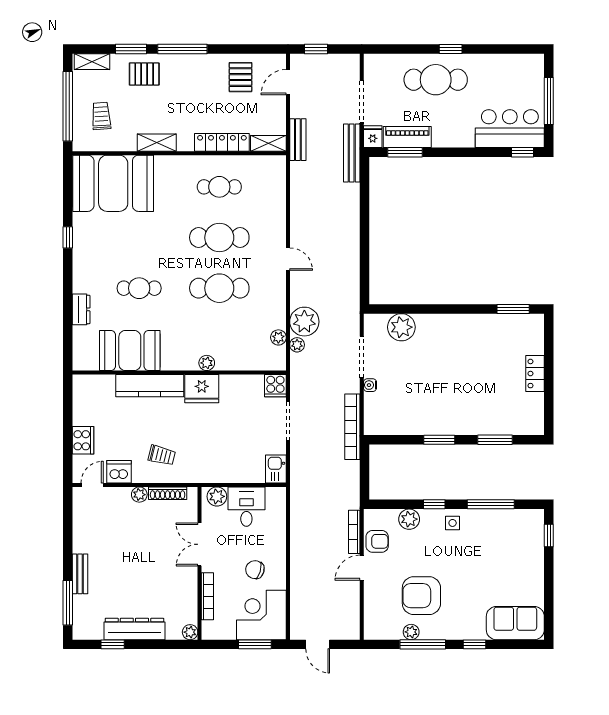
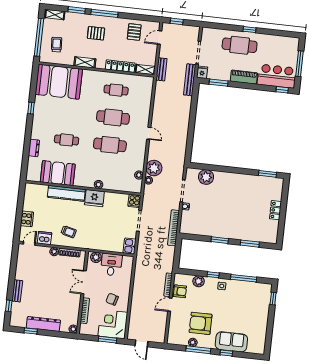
pallet: (144, 74) -> (96, 33), moved
piano: (407, 137) -> (244, 77), moved
window: (68, 603) -> (9, 306), width x0.46
sofa: (515, 623) -> (231, 342), moved

